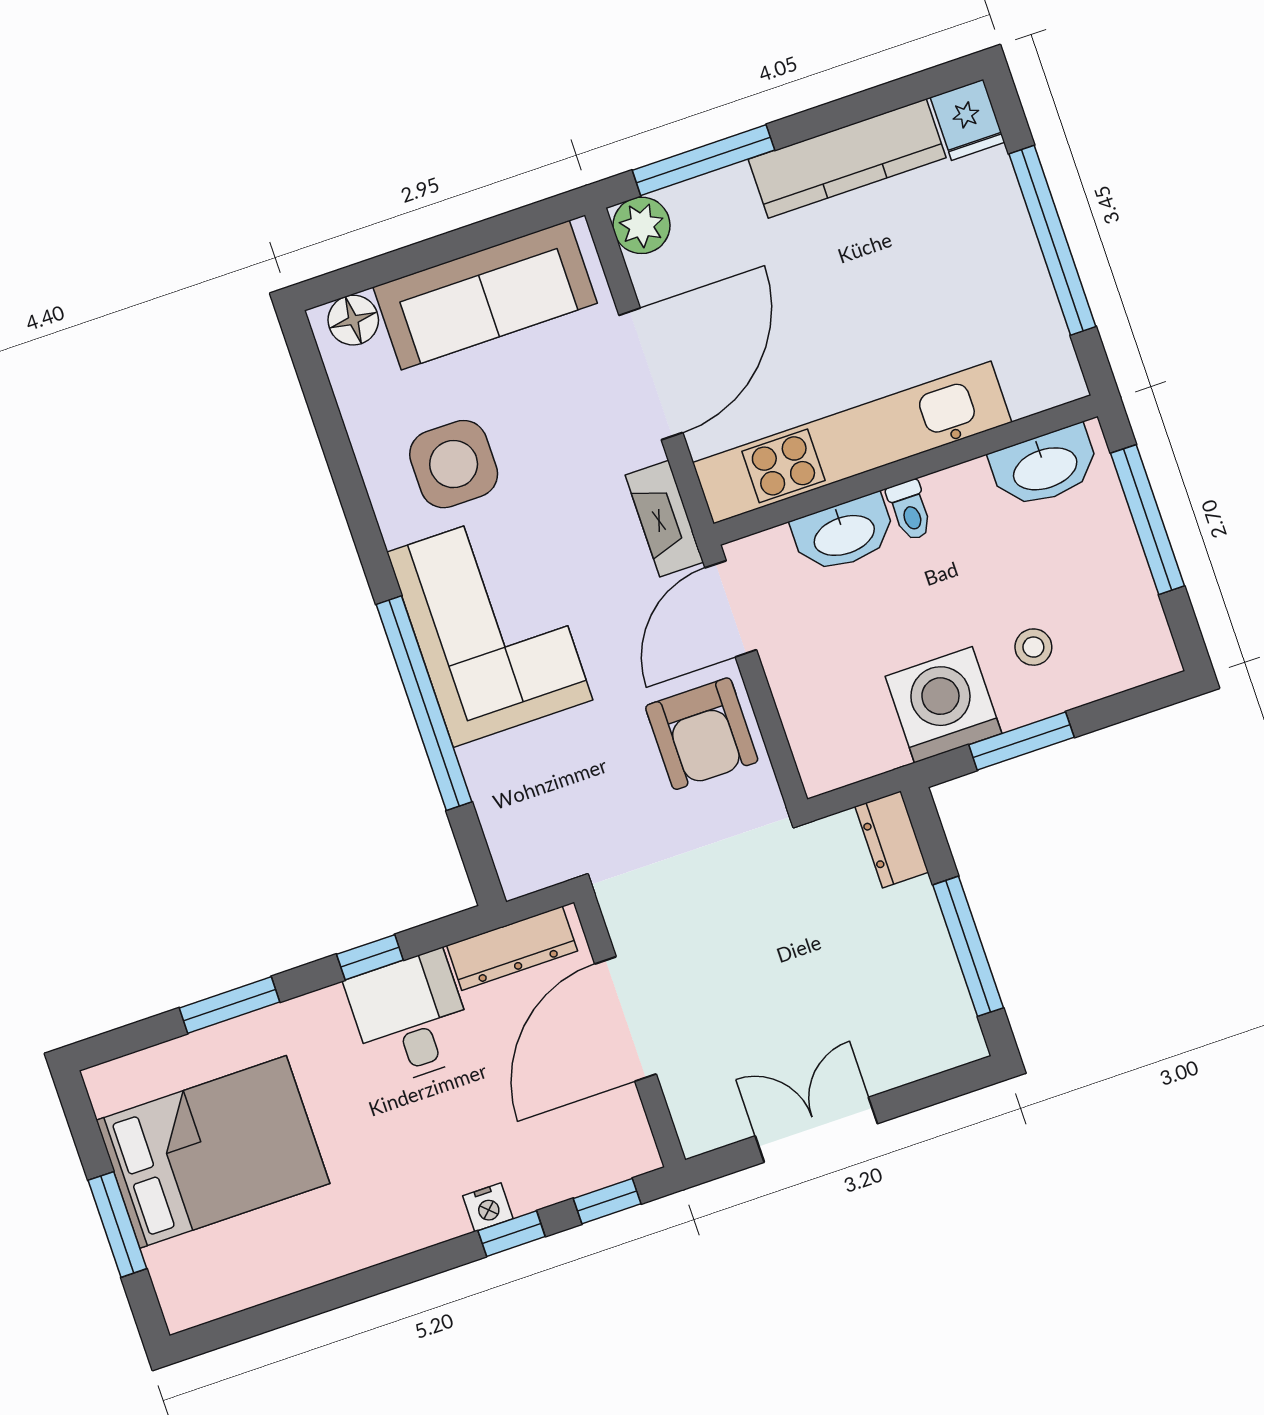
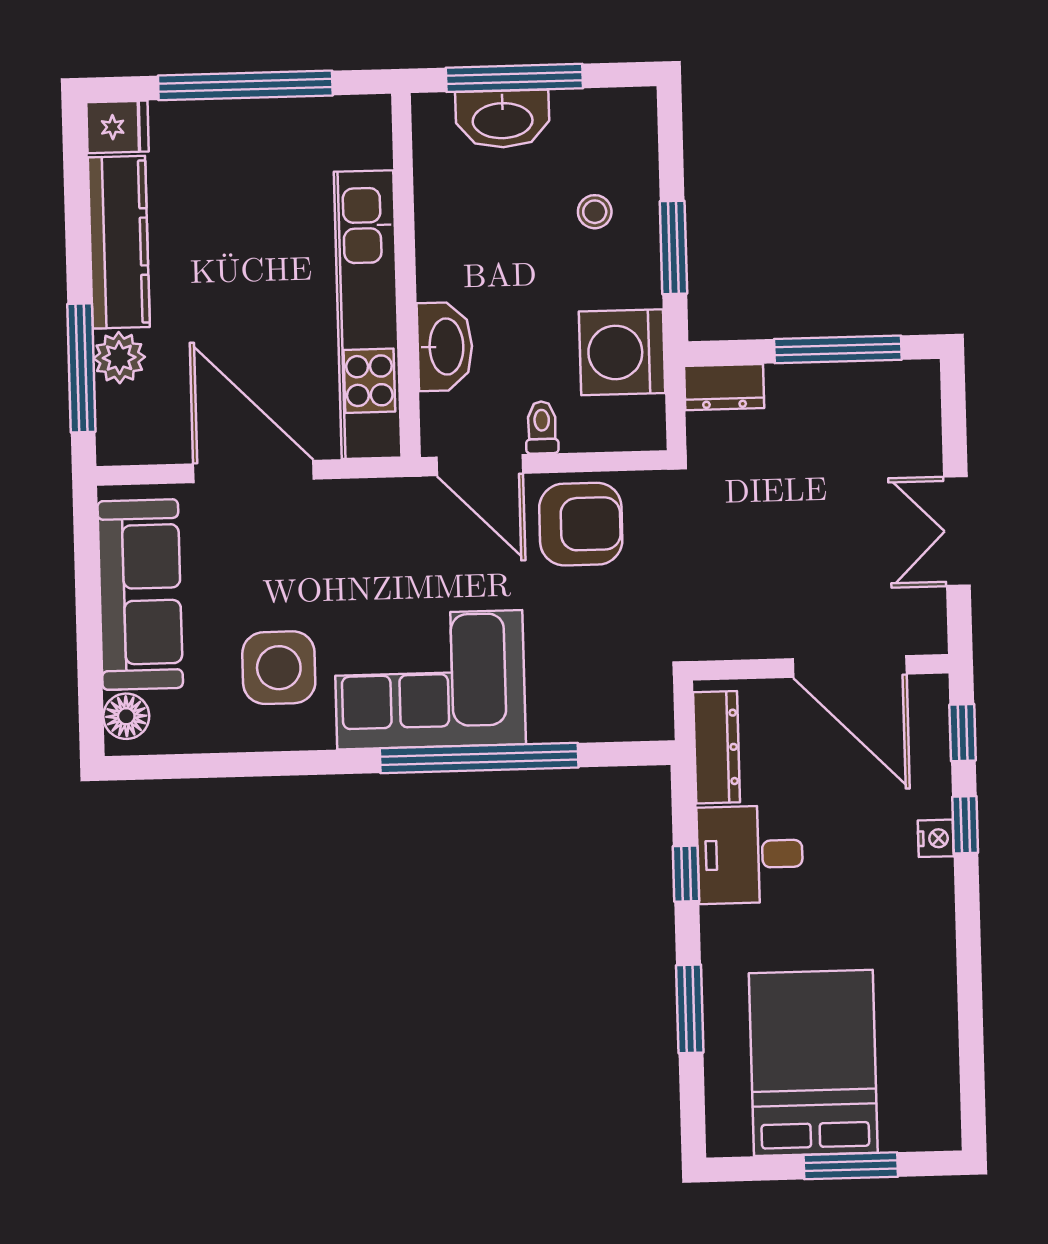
plant: (642, 225) -> (119, 358), moved
washbasin: (1045, 467) -> (503, 119), moved, turned 90
toilet: (910, 510) -> (542, 427), moved, turned -90
fireplace: (664, 519) -> (383, 499), removed
washing machine: (943, 705) -> (622, 352), moved
door: (625, 1019) -> (850, 666), moved

